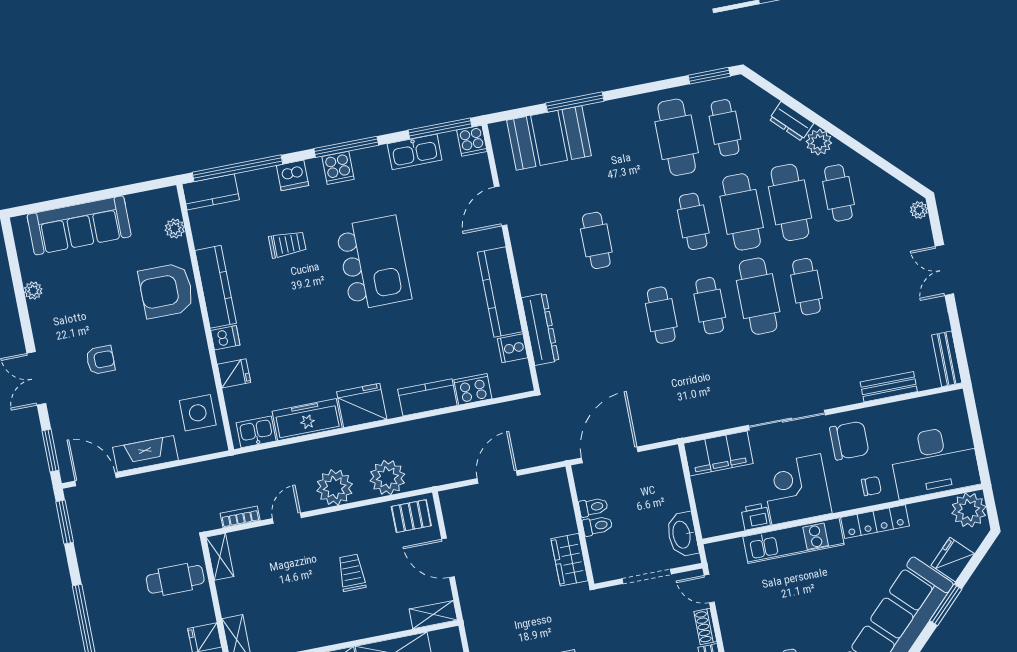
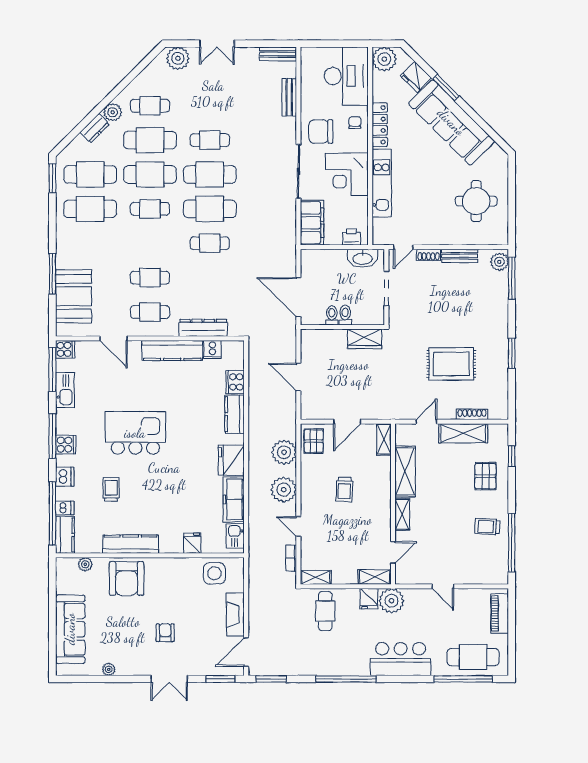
cafe table: (725, 128) -> (90, 174), width x1.37, depth x1.35
plant: (919, 210) -> (178, 58), width x1.88, depth x1.88
cafe table: (548, 250) -> (150, 312), added
cafe table: (710, 306) -> (210, 209), width x1.37, depth x1.35
dishwasher: (225, 338) -> (65, 508), moved, turned 90
chair: (849, 441) -> (321, 131), turned -90
printer: (755, 516) -> (351, 237), moved, turned 90
trolley: (352, 573) -> (344, 489), turned -88

